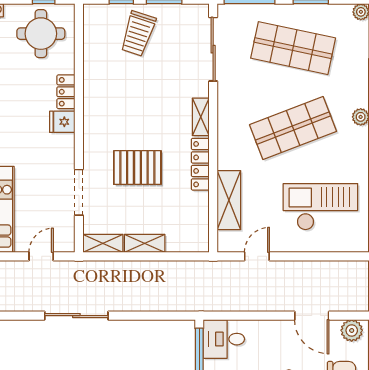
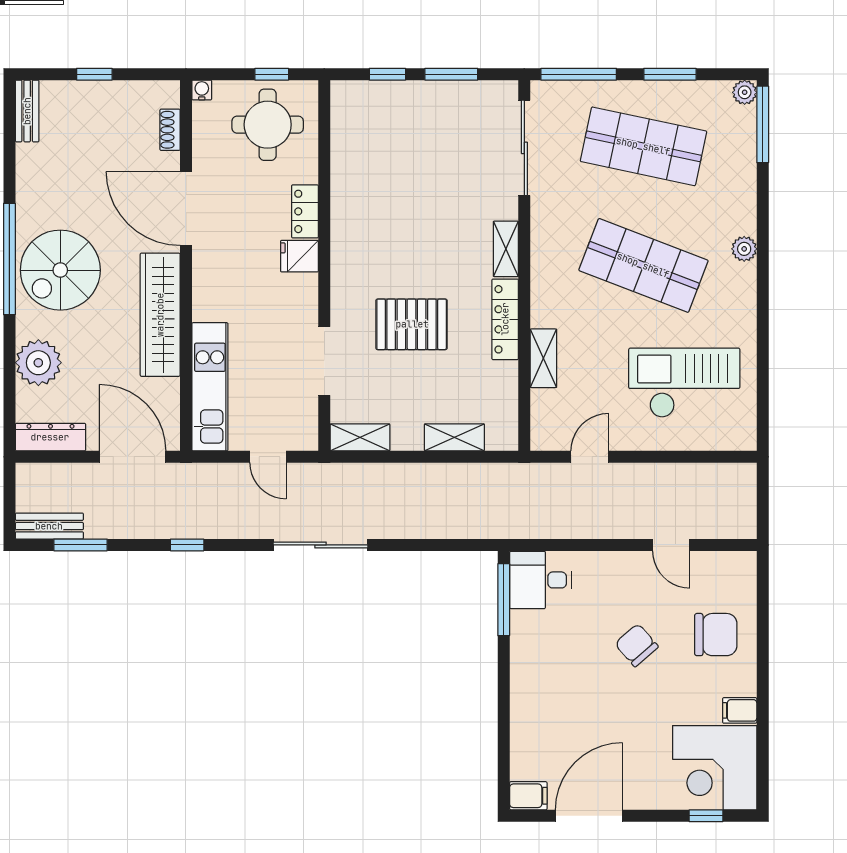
trolley: (138, 34) -> (412, 125), removed
shop shelf: (293, 128) -> (643, 265), turned 42
shelving: (229, 200) -> (543, 358), width x0.67, depth x0.75
shelving: (145, 243) -> (454, 437), moved
door: (41, 256) -> (268, 457), swing flipped
door: (312, 316) -> (671, 545), width x0.73
plant: (352, 330) -> (731, 567), removed

